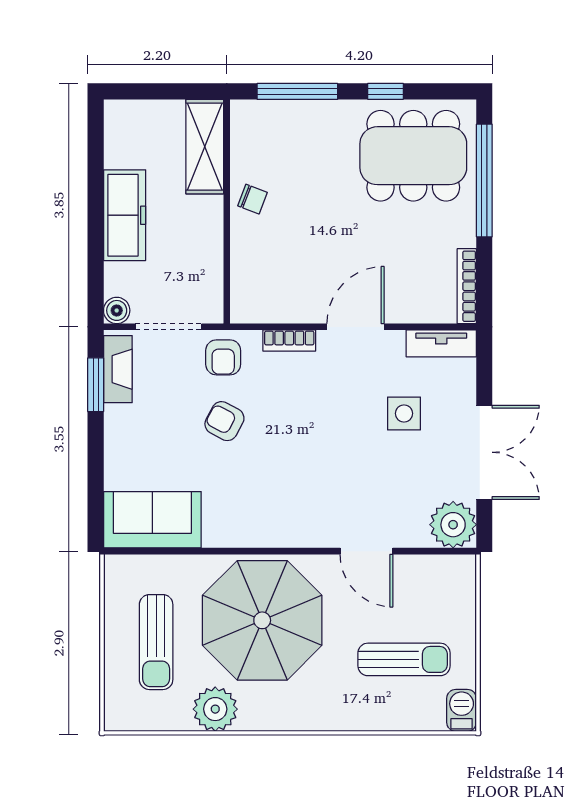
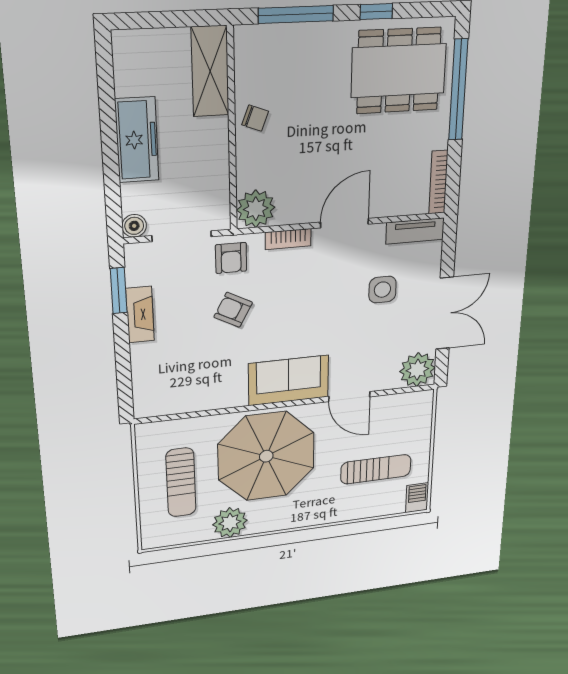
plant: (252, 301) -> (256, 209), added
fireplace: (118, 369) -> (140, 315), moved
sofa: (152, 520) -> (289, 380), moved

